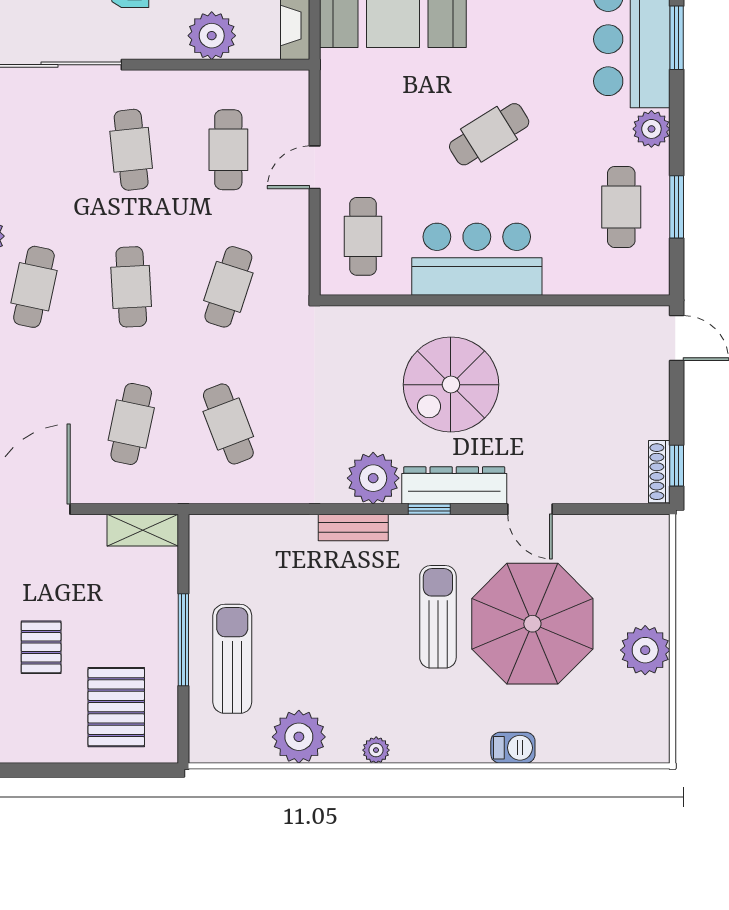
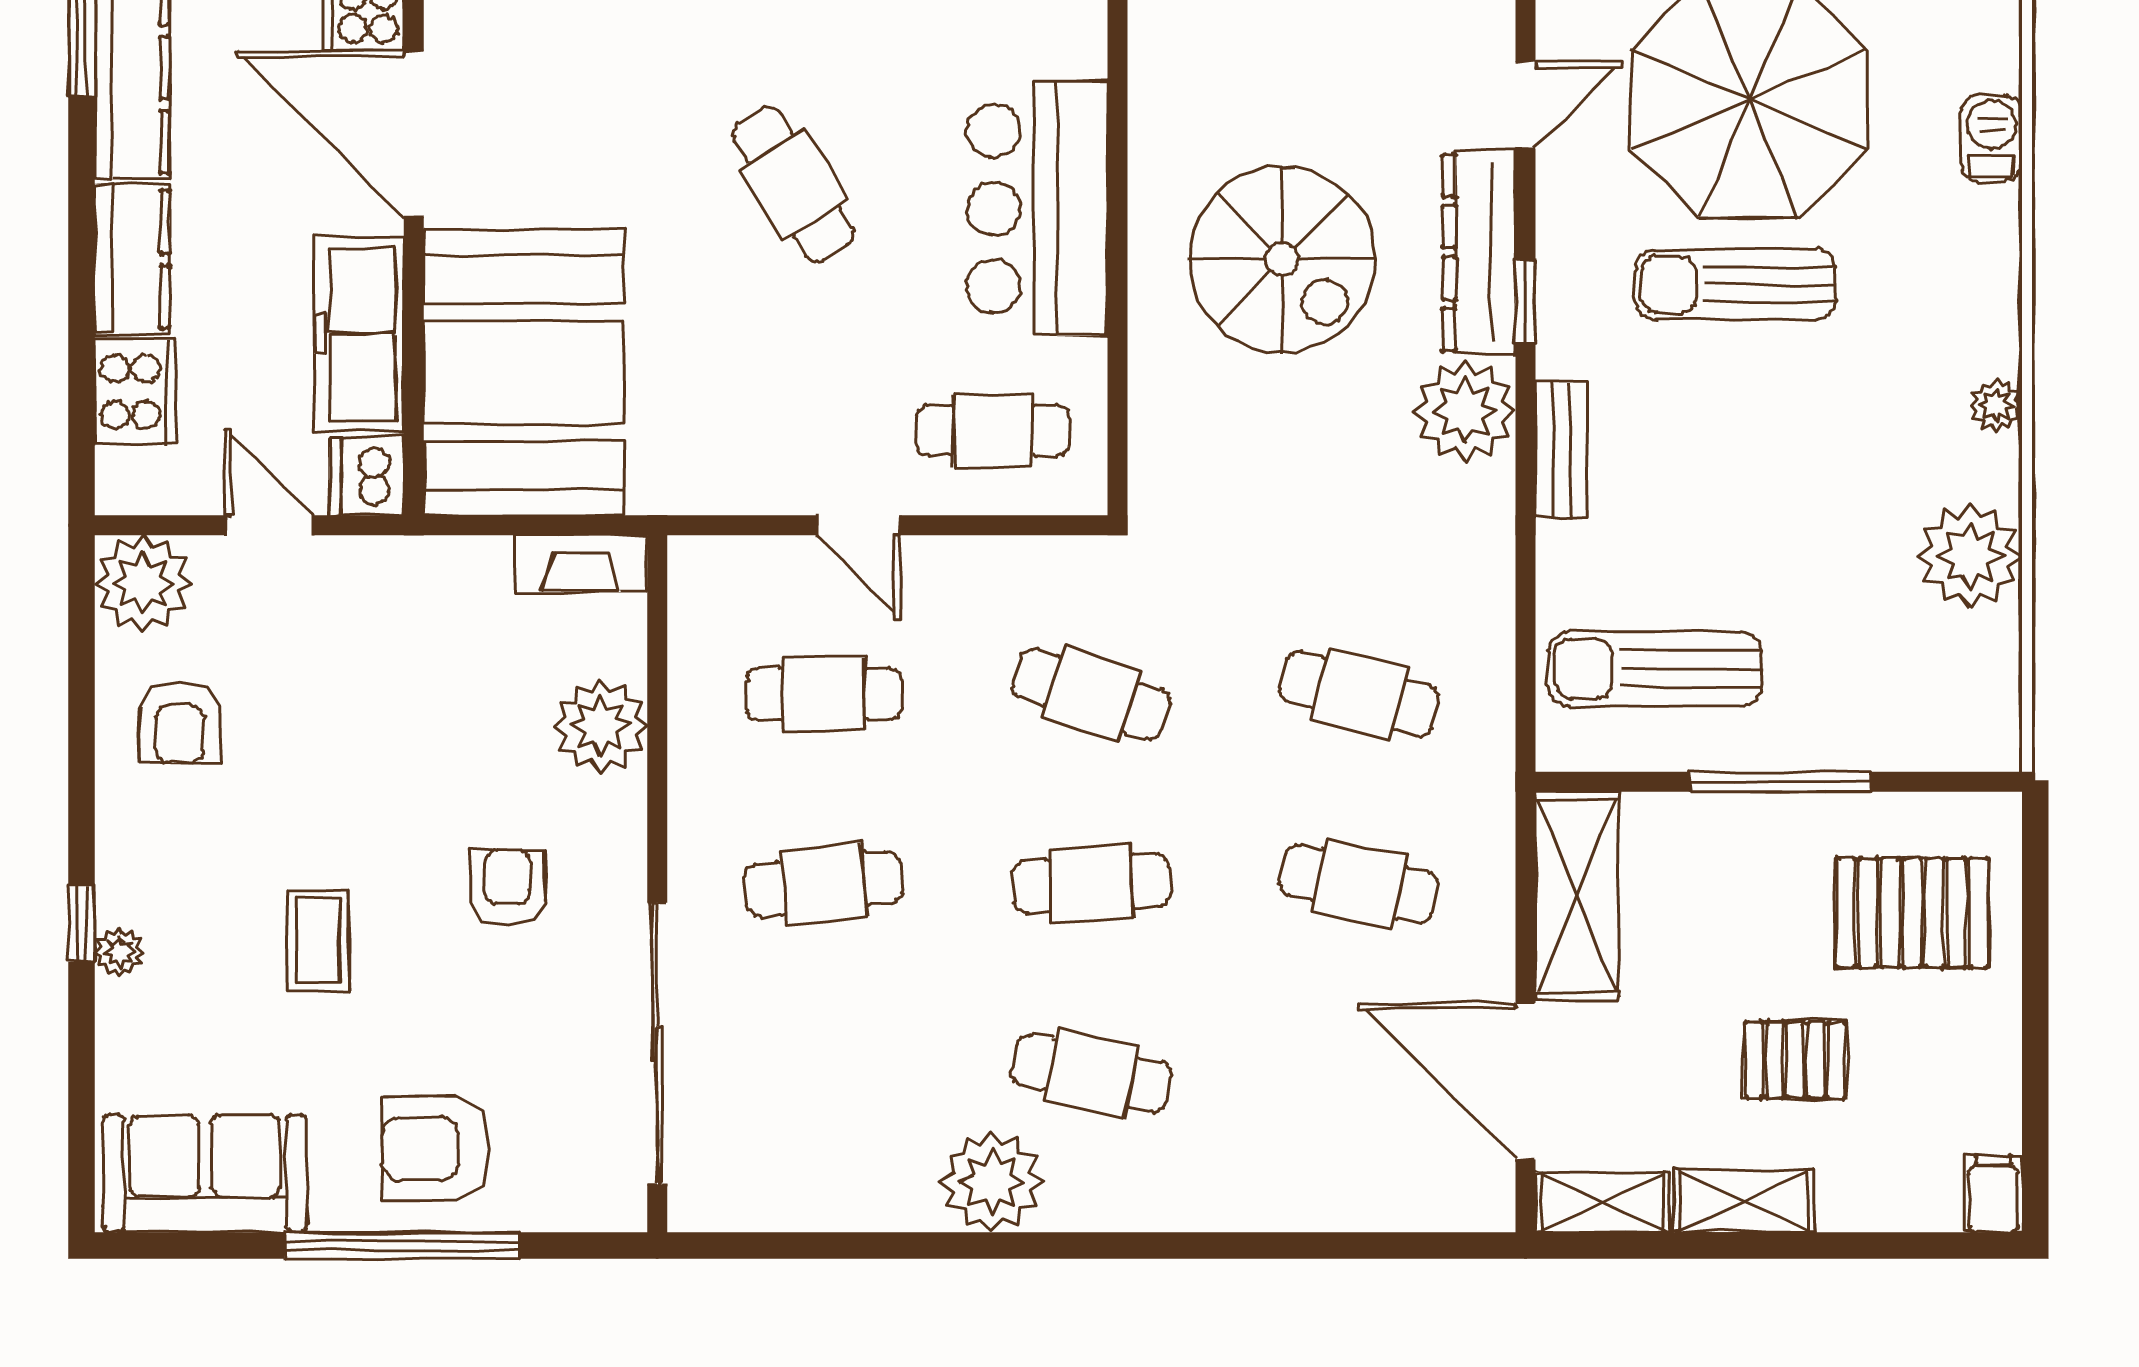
cafe table: (228, 424) -> (1359, 694), turned 36
shelving: (143, 530) -> (1577, 896), width x1.50, depth x1.33
sun lounger: (232, 659) -> (1655, 669), moved

